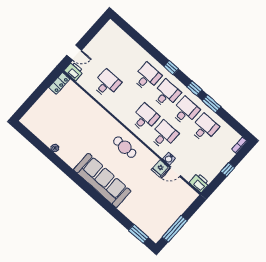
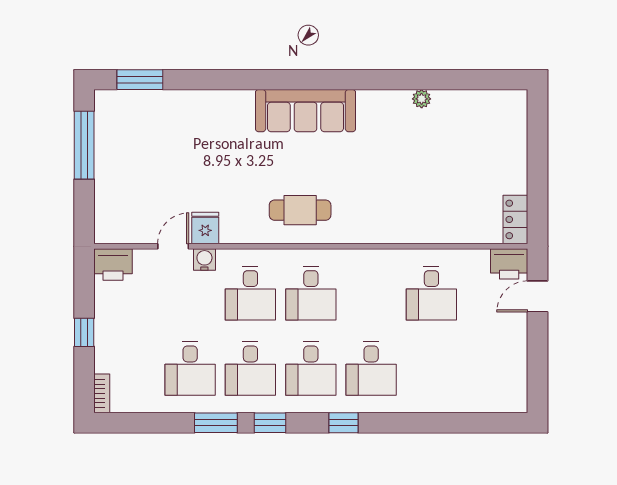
sofa: (102, 180) -> (306, 111), width x0.74, depth x0.79

